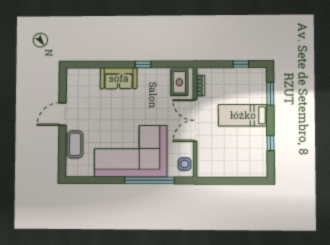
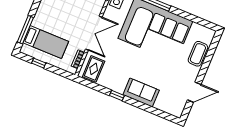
window: (270, 94) -> (25, 30), width x1.44
door: (63, 114) -> (194, 92), moved
bed: (243, 115) -> (46, 42), moved

